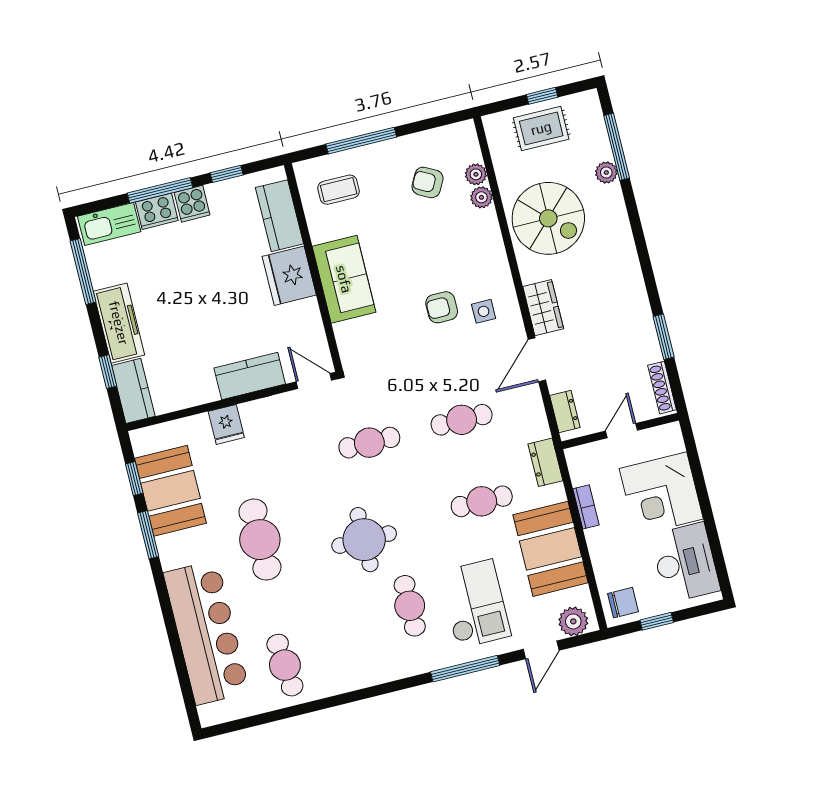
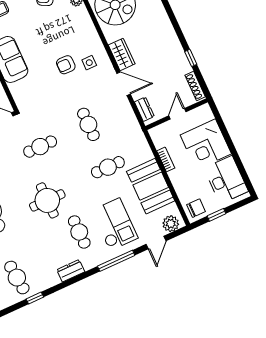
window: (664, 337) -> (191, 58), width x0.67
door: (537, 360) -> (124, 84), swing flipped
cafe table: (462, 420) -> (88, 124), turned 90
dresser: (545, 462) -> (71, 271), moved, turned 90
window: (310, 707) -> (35, 298), added

